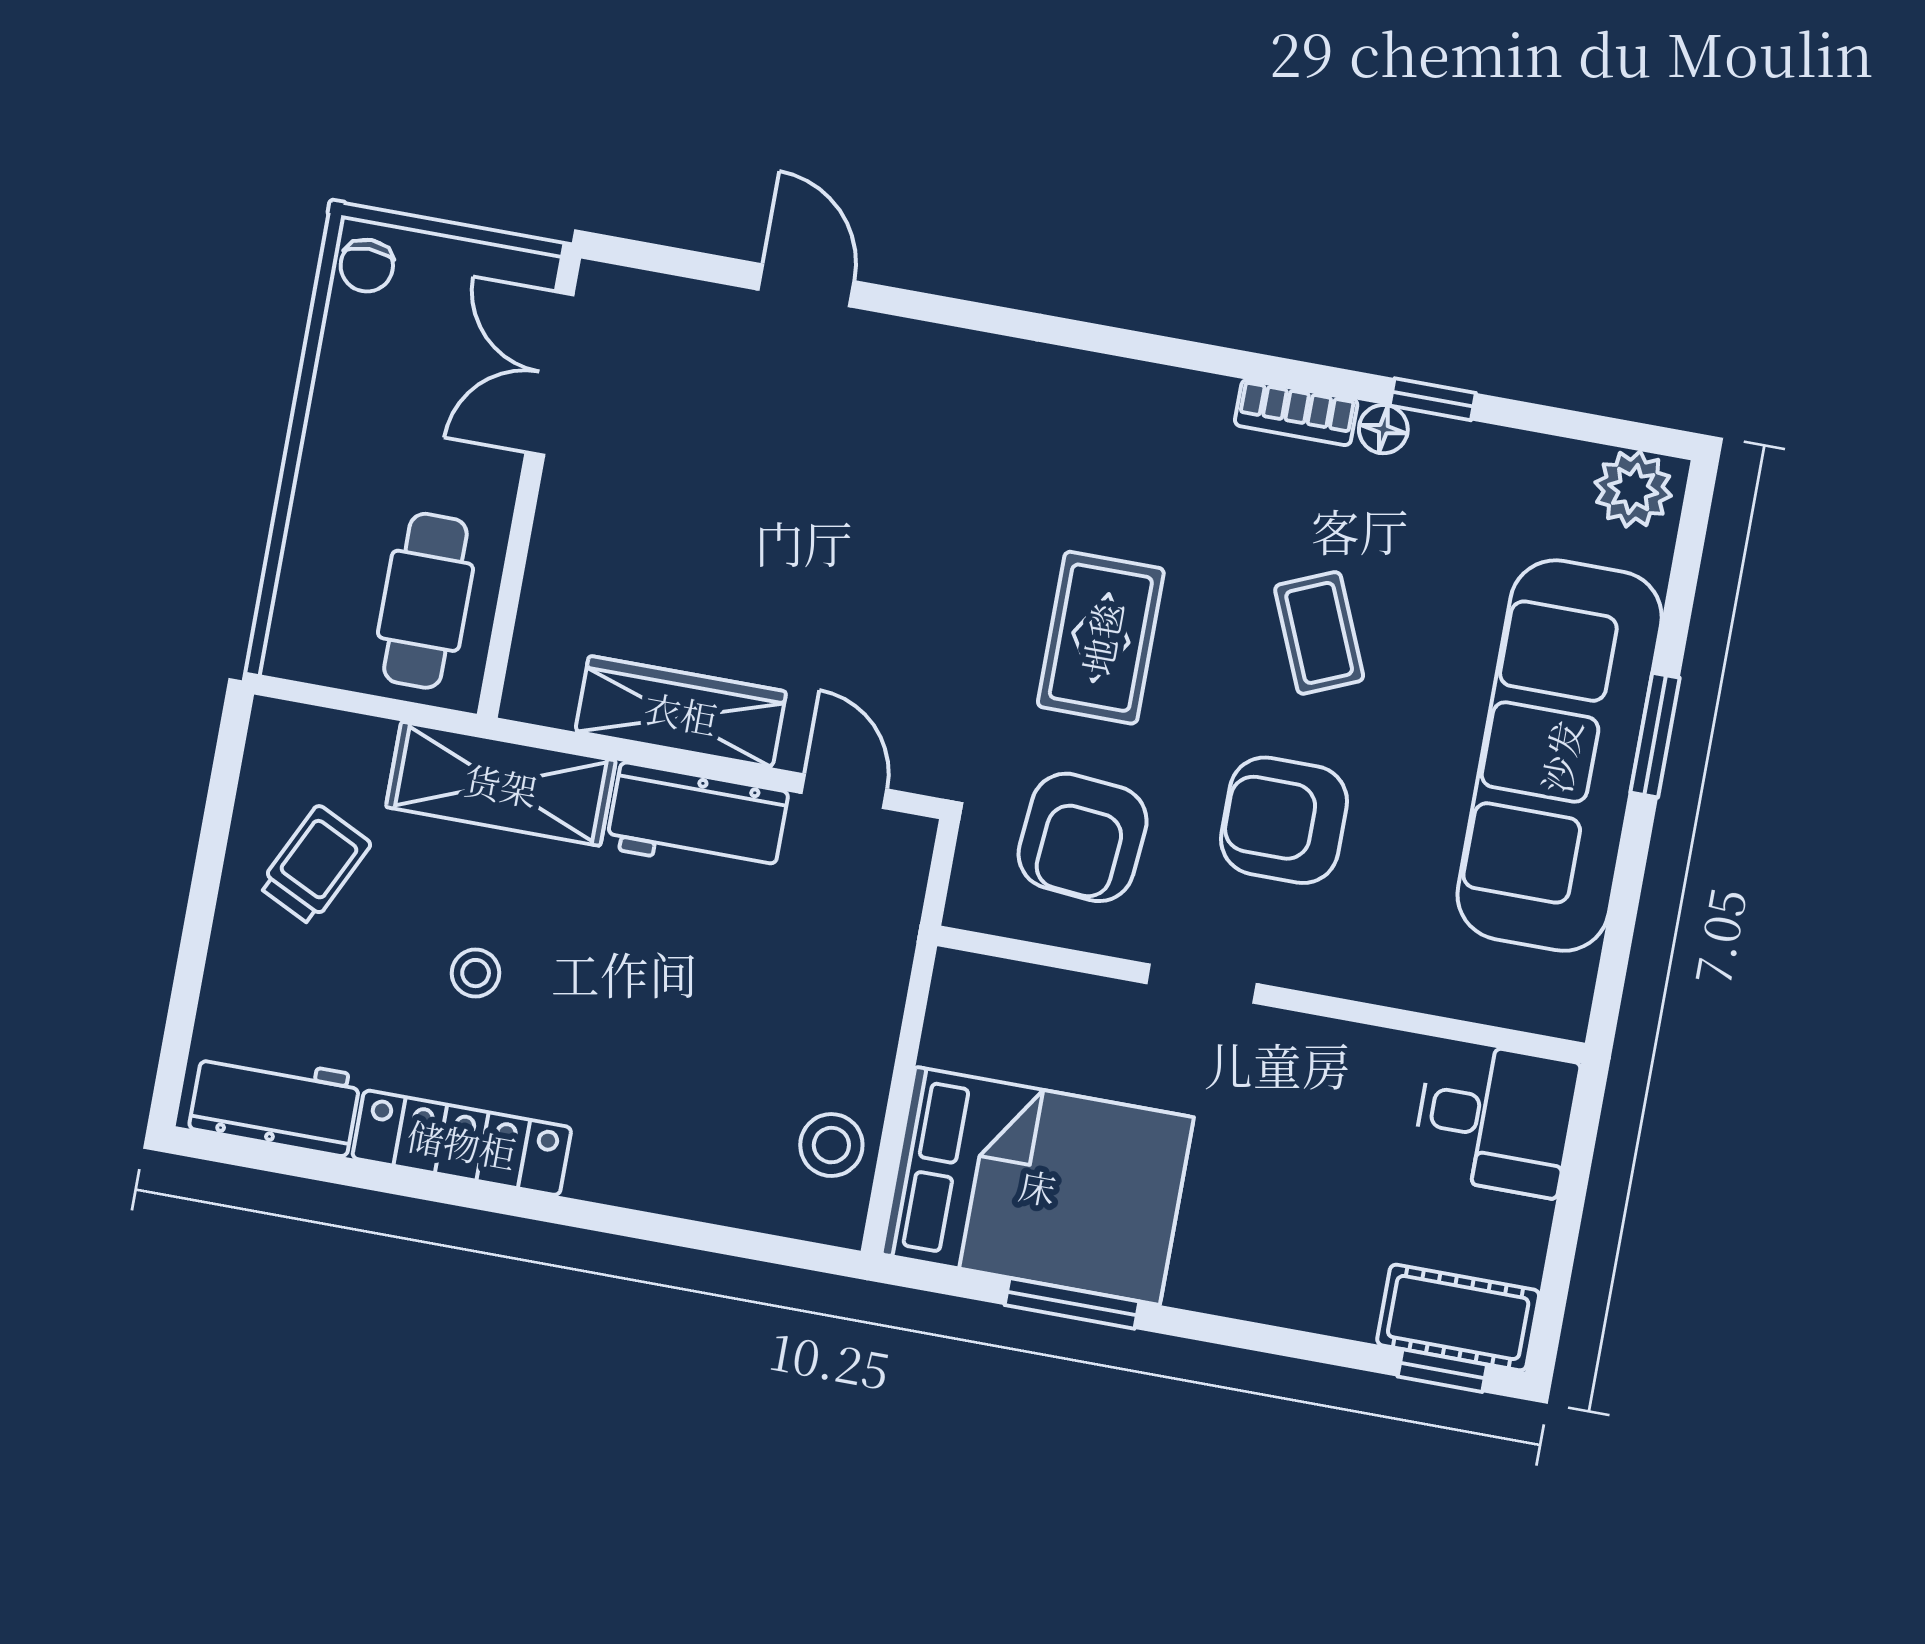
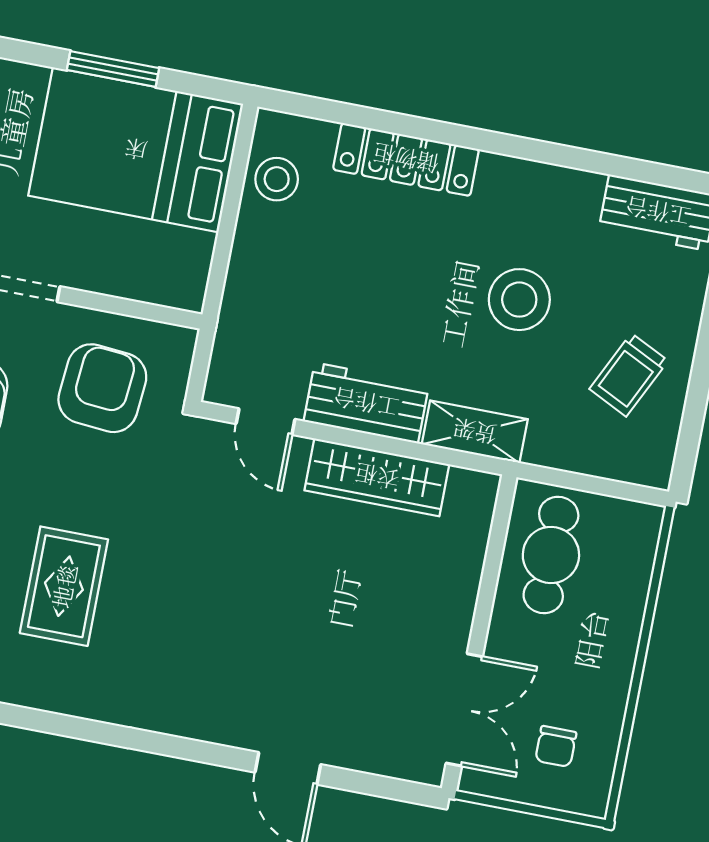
chair: (367, 266) -> (556, 746), moved, turned 180
rug: (1101, 638) -> (64, 586), moved
shelving: (501, 784) -> (475, 432), width x0.67, depth x0.75
stool: (476, 973) -> (519, 300), width x1.89, depth x1.89
locker: (462, 1143) -> (406, 159), moved

